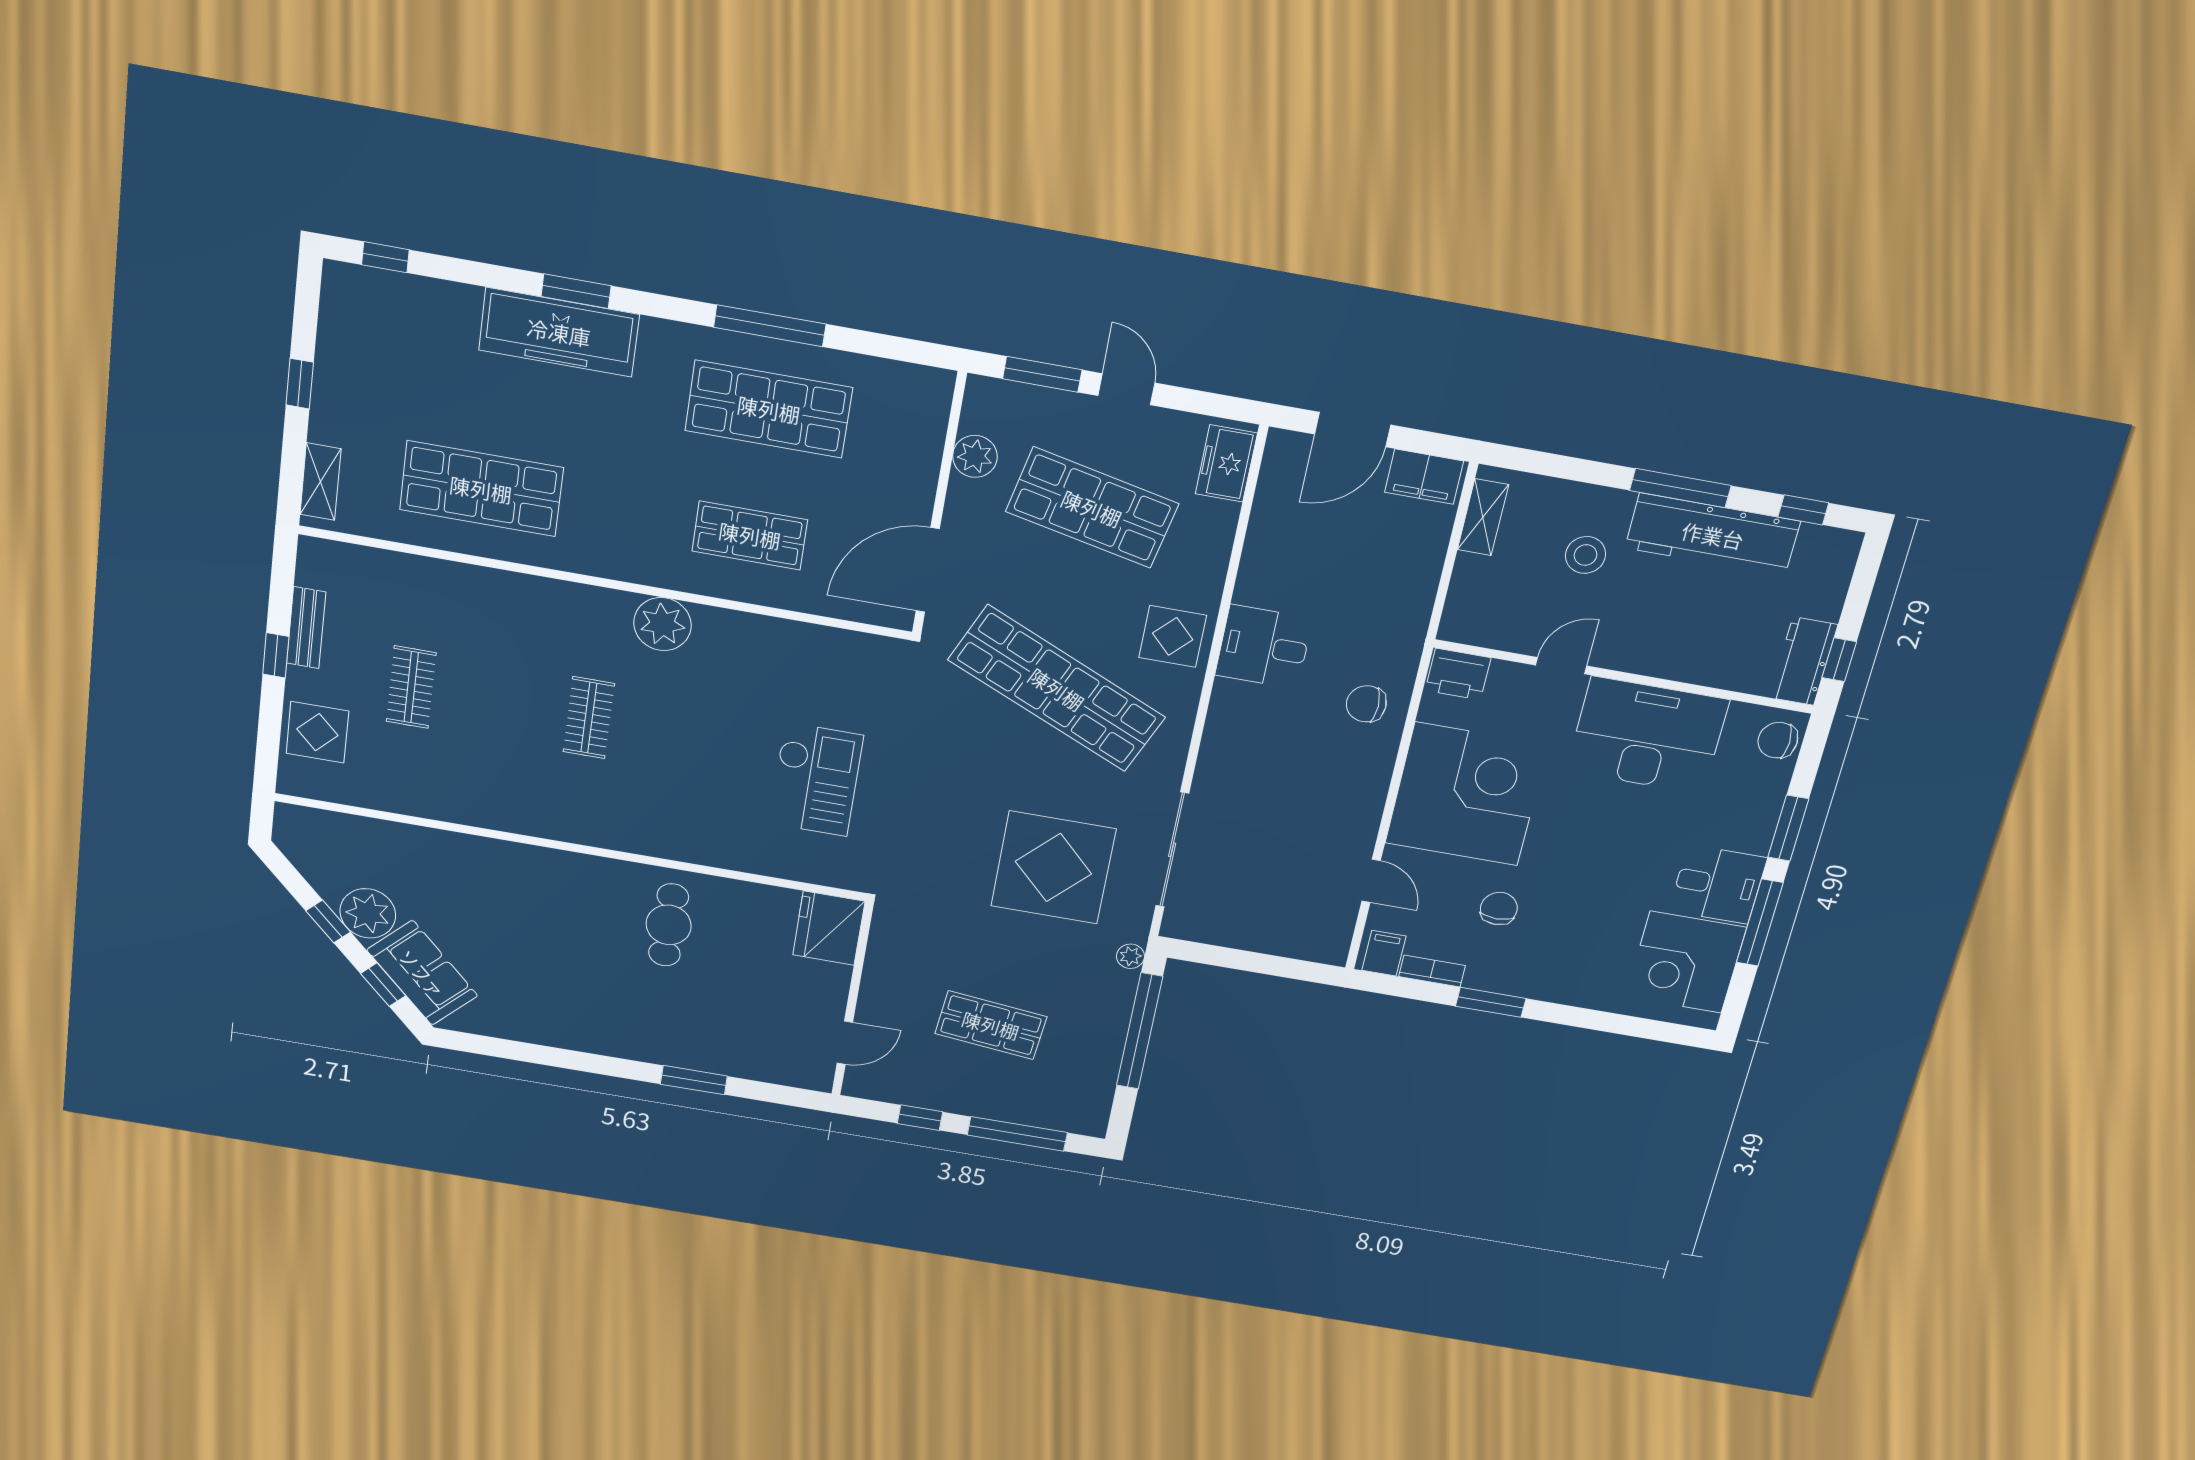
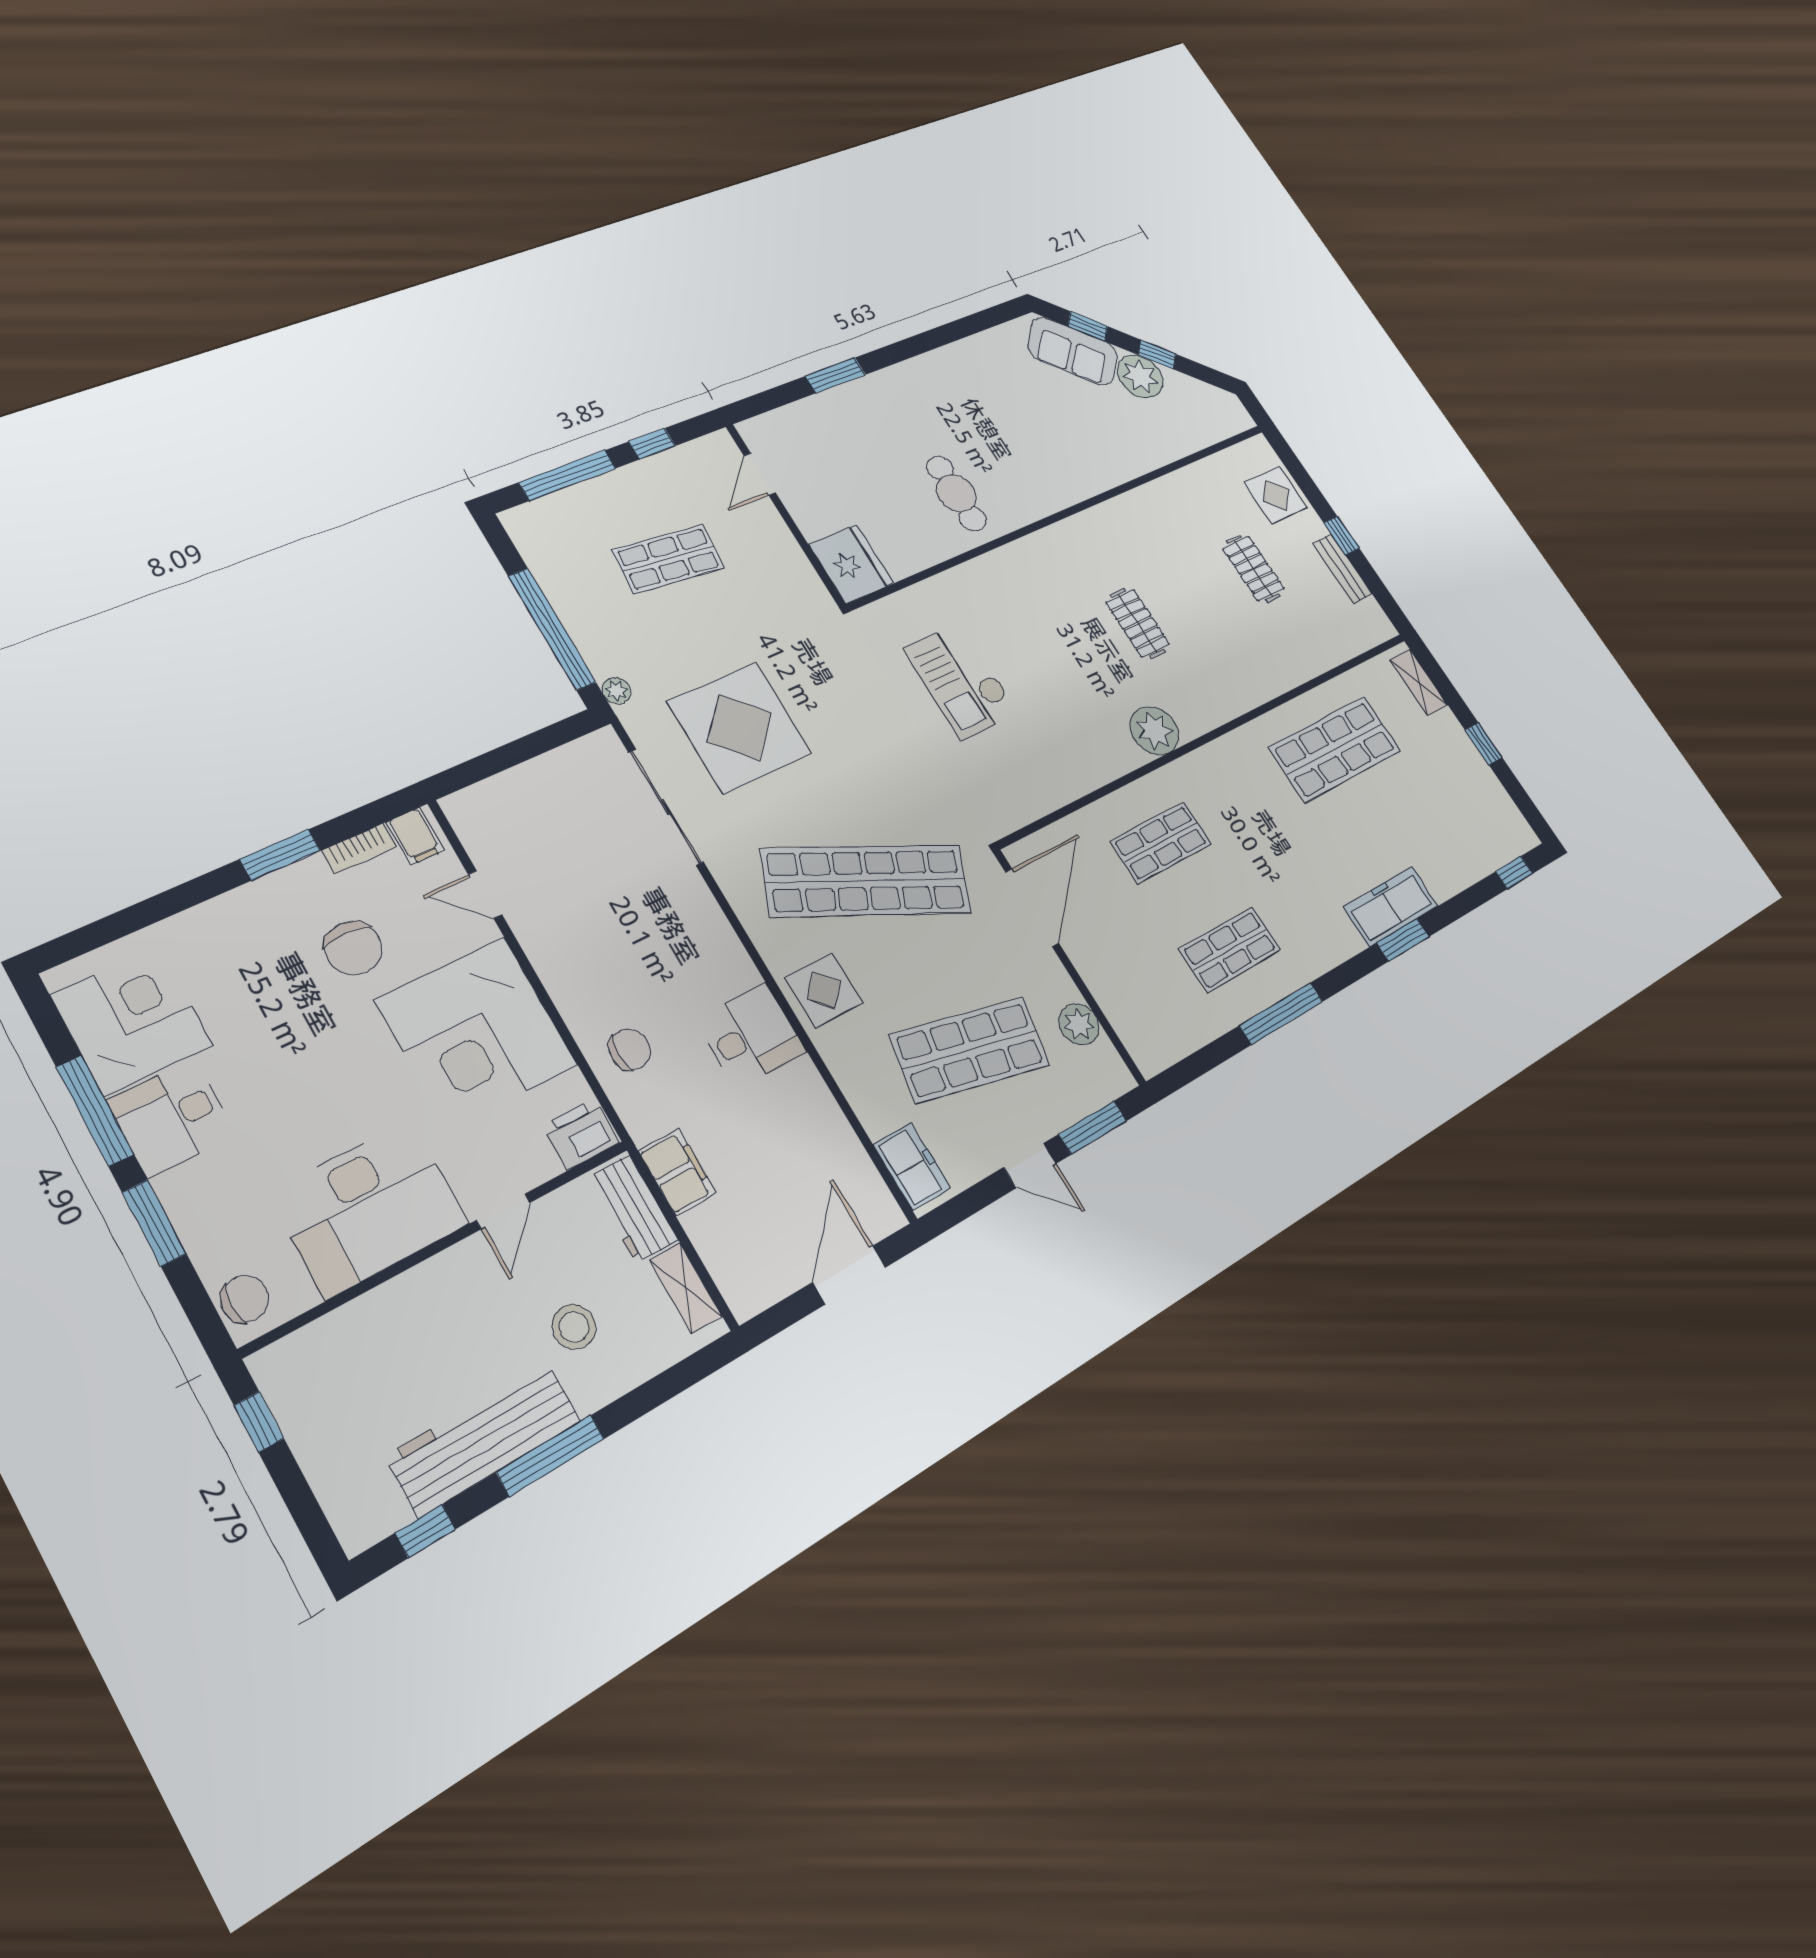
freezer: (559, 332) -> (1391, 907), width x0.73, depth x0.79
shop shelf: (769, 409) -> (1230, 950), width x0.70, depth x0.74
filing cabinet: (1424, 477) -> (677, 1172), moved, turned 90
workbench: (1803, 661) -> (633, 1209), moved, turned 180
chair: (1499, 909) -> (353, 948), width x1.37, depth x1.37

